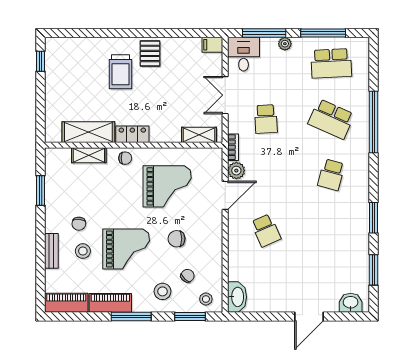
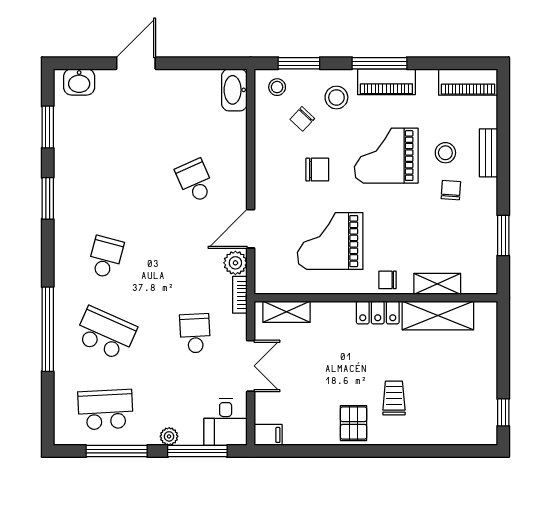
trolley: (120, 72) -> (394, 398), width x0.73, depth x0.72
piano: (110, 303) -> (386, 82), moved

